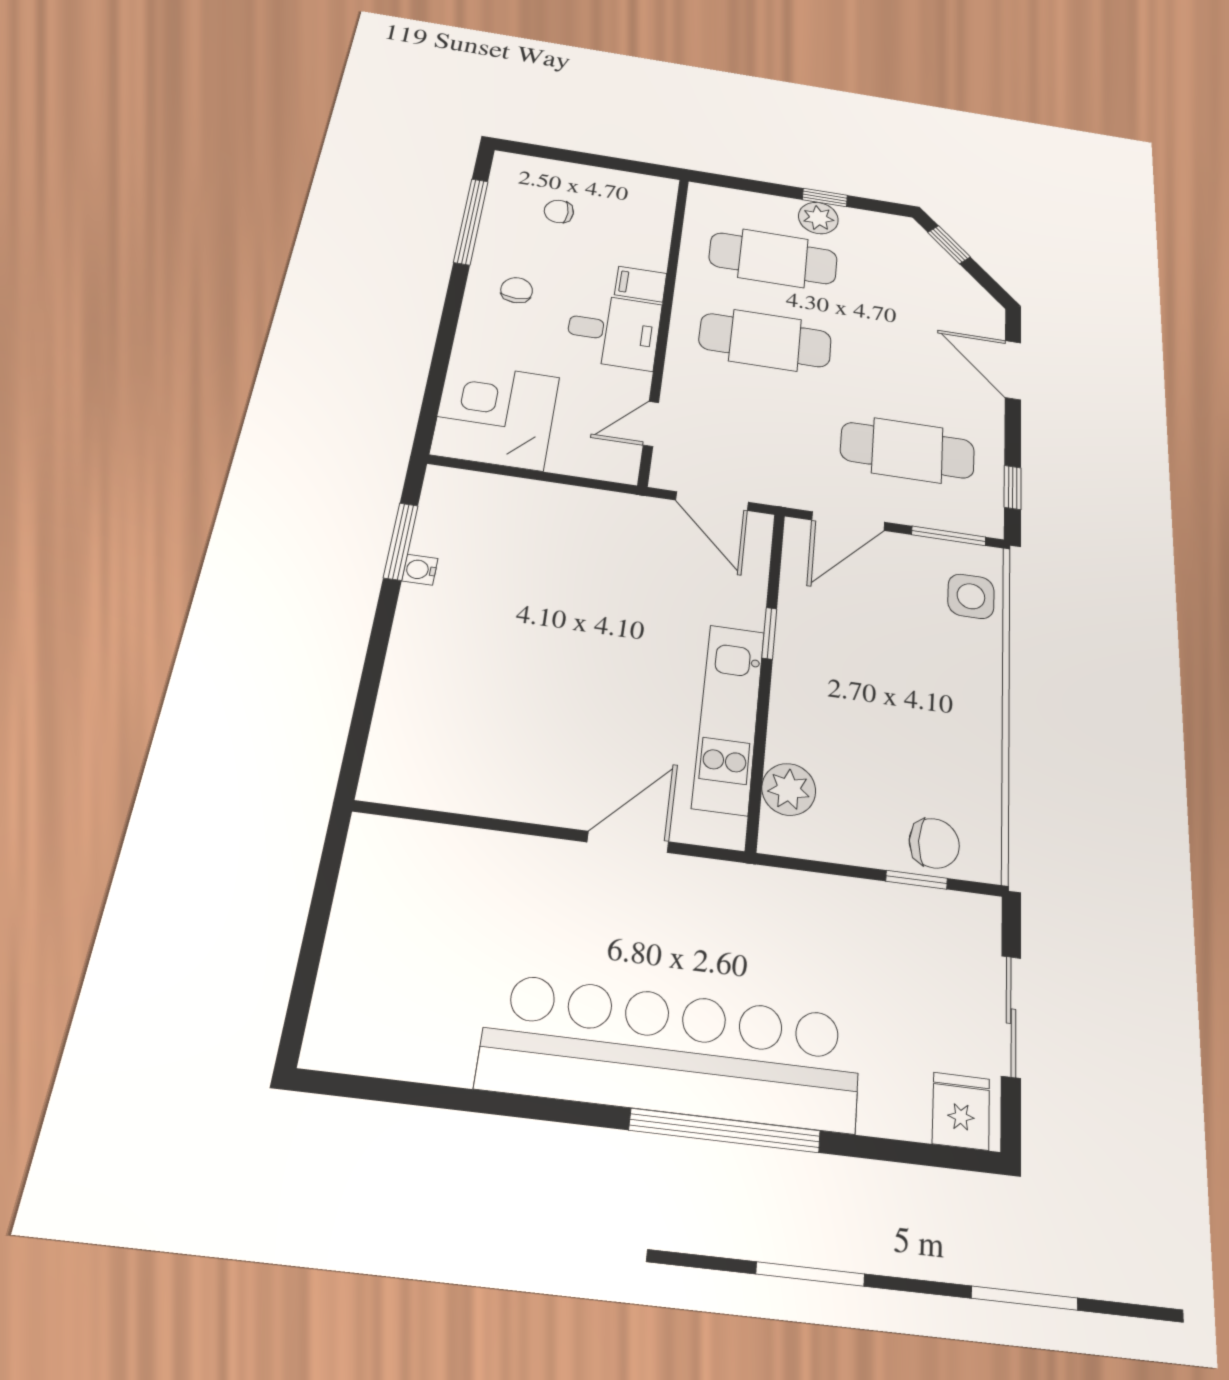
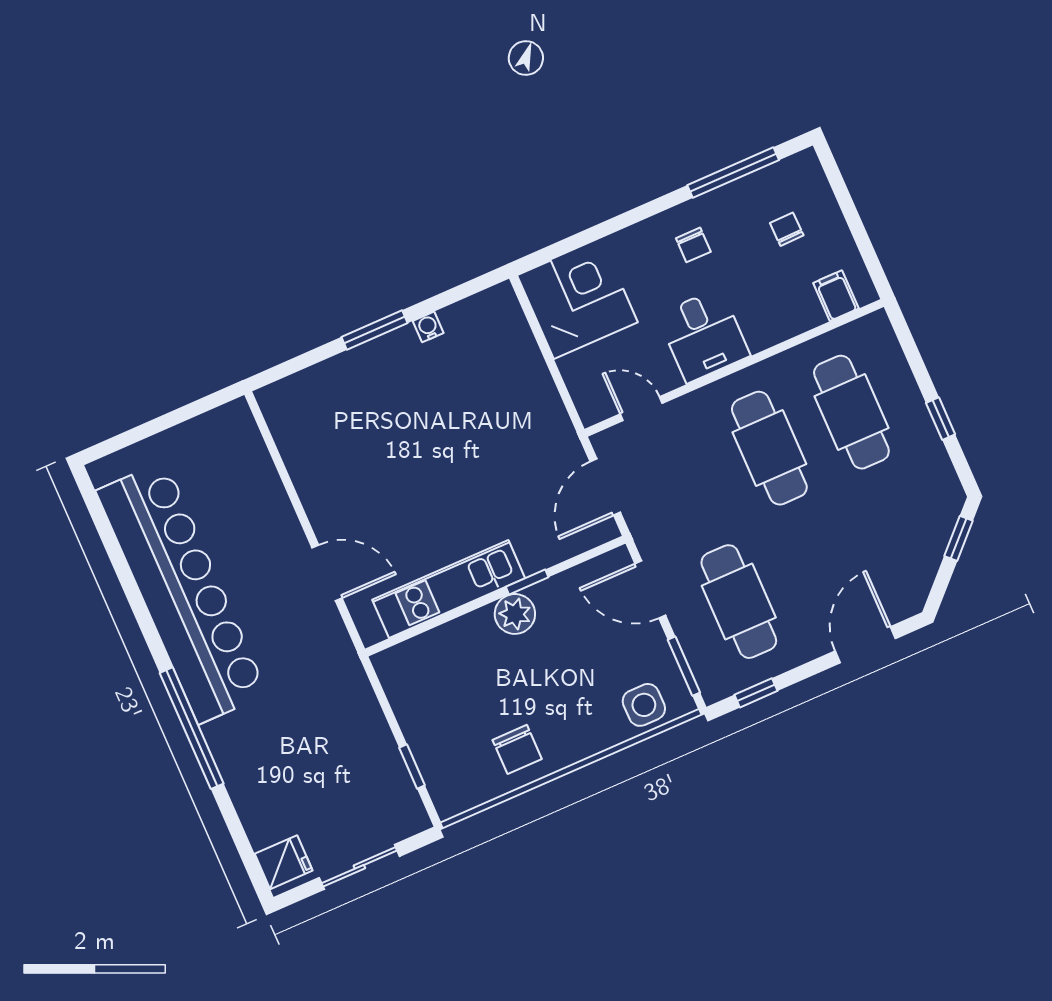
plant: (818, 218) -> (916, 425), removed
filing cabinet: (641, 284) -> (836, 296), moved
chair: (517, 290) -> (693, 245), turned 90
window: (401, 541) -> (375, 330), moved
plant: (789, 789) -> (515, 614), moved
chair: (934, 843) -> (517, 749), moved
bar counter: (672, 1053) -> (182, 592), moved

